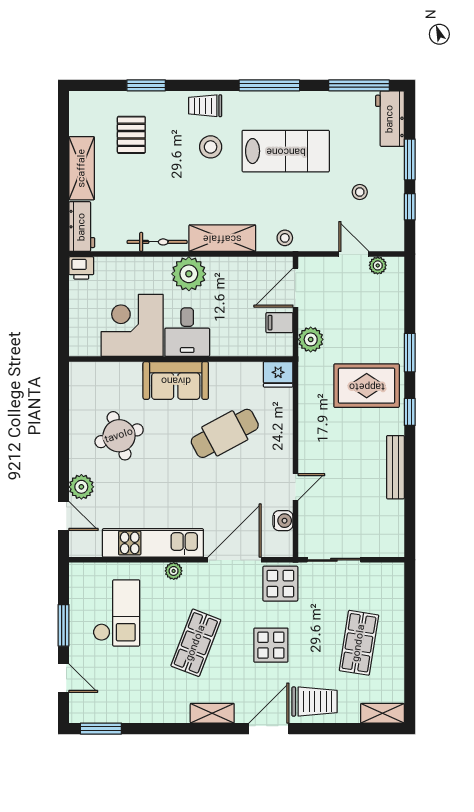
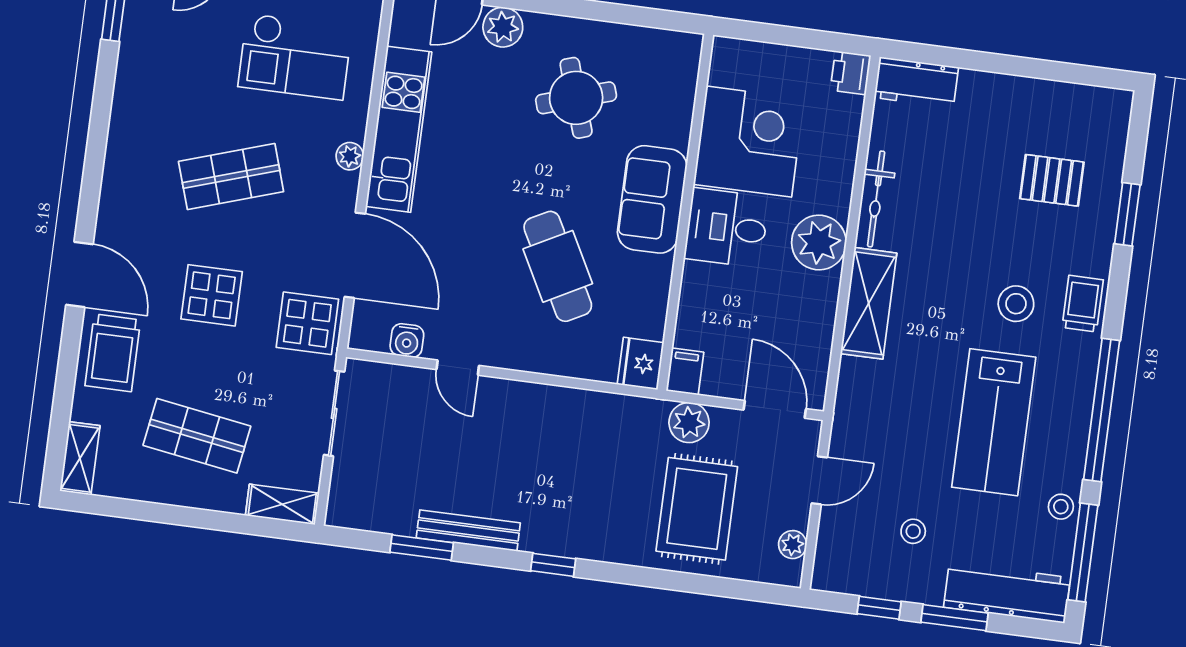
window: (269, 85) -> (1102, 410), width x1.46
workbench: (390, 119) -> (1007, 593), width x1.38
shelving: (82, 168) -> (1009, 94), removed
stool: (285, 238) -> (1061, 507), moved
door: (354, 254) -> (819, 480), moved
filing cabinet: (279, 323) -> (685, 371), moved
window: (410, 353) -> (422, 547), moved
rug: (367, 386) -> (697, 509), moved
shop shelf: (196, 643) -> (231, 177), turned -39
shelving: (212, 713) -> (282, 504), moved, turned 90

